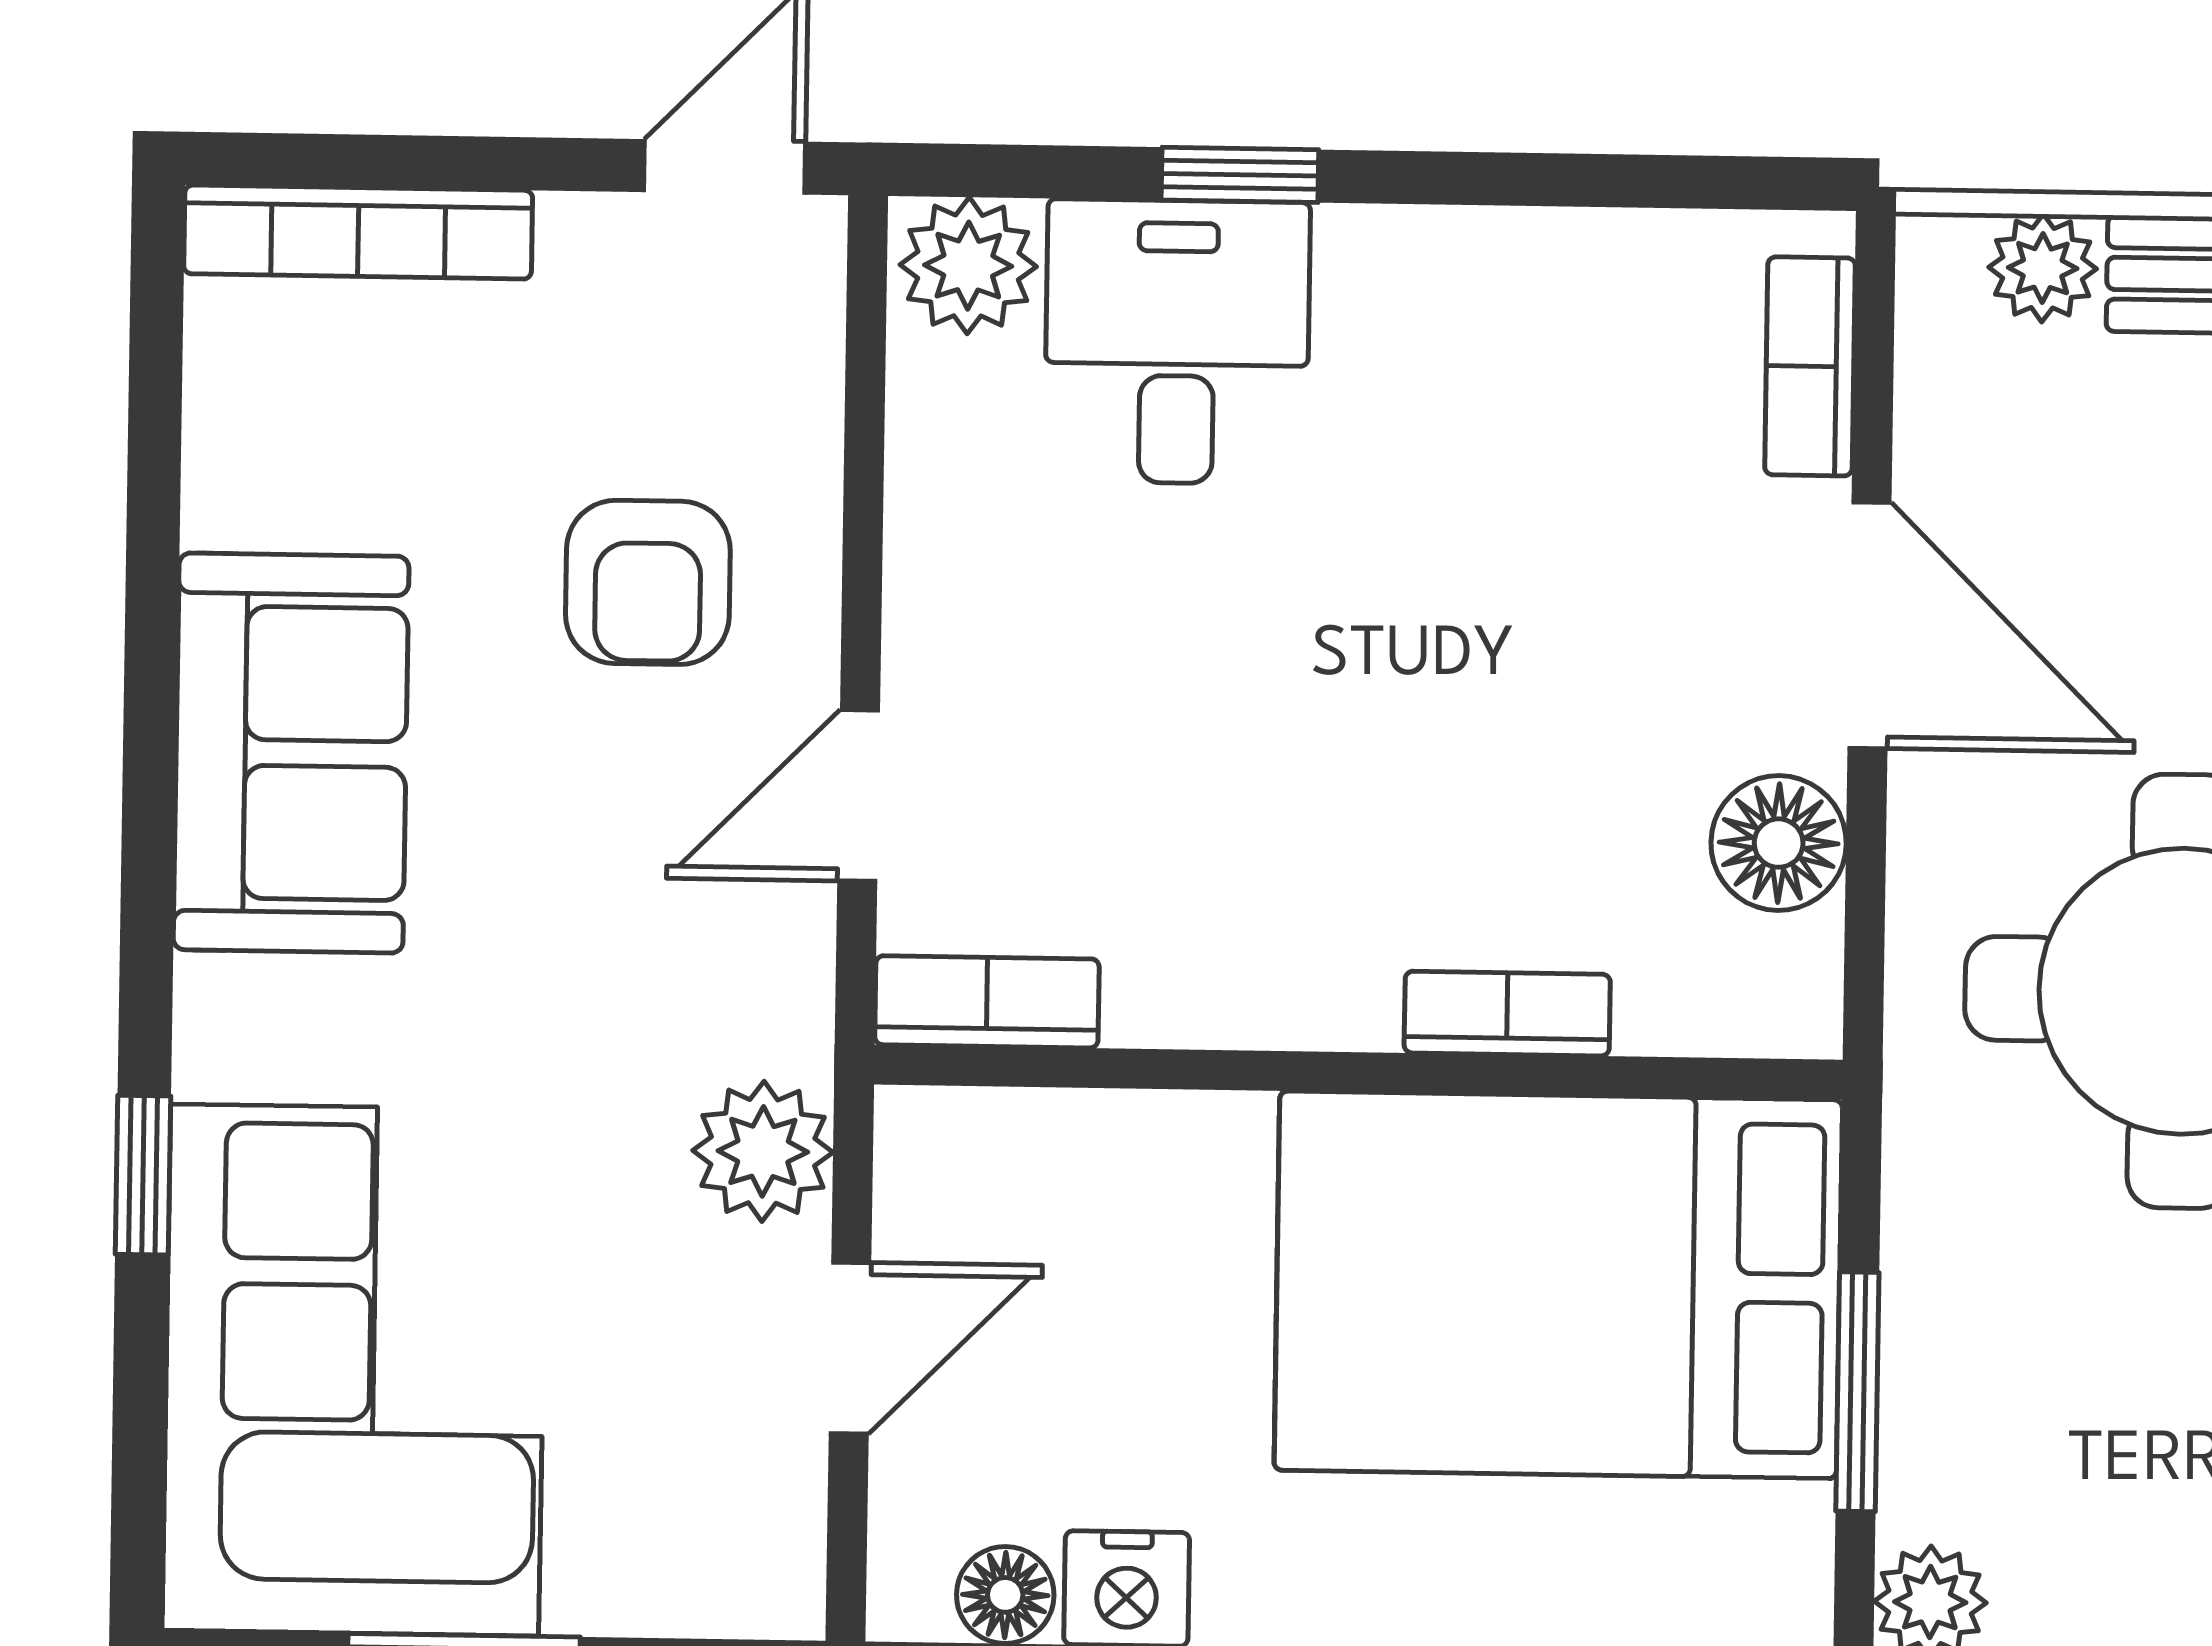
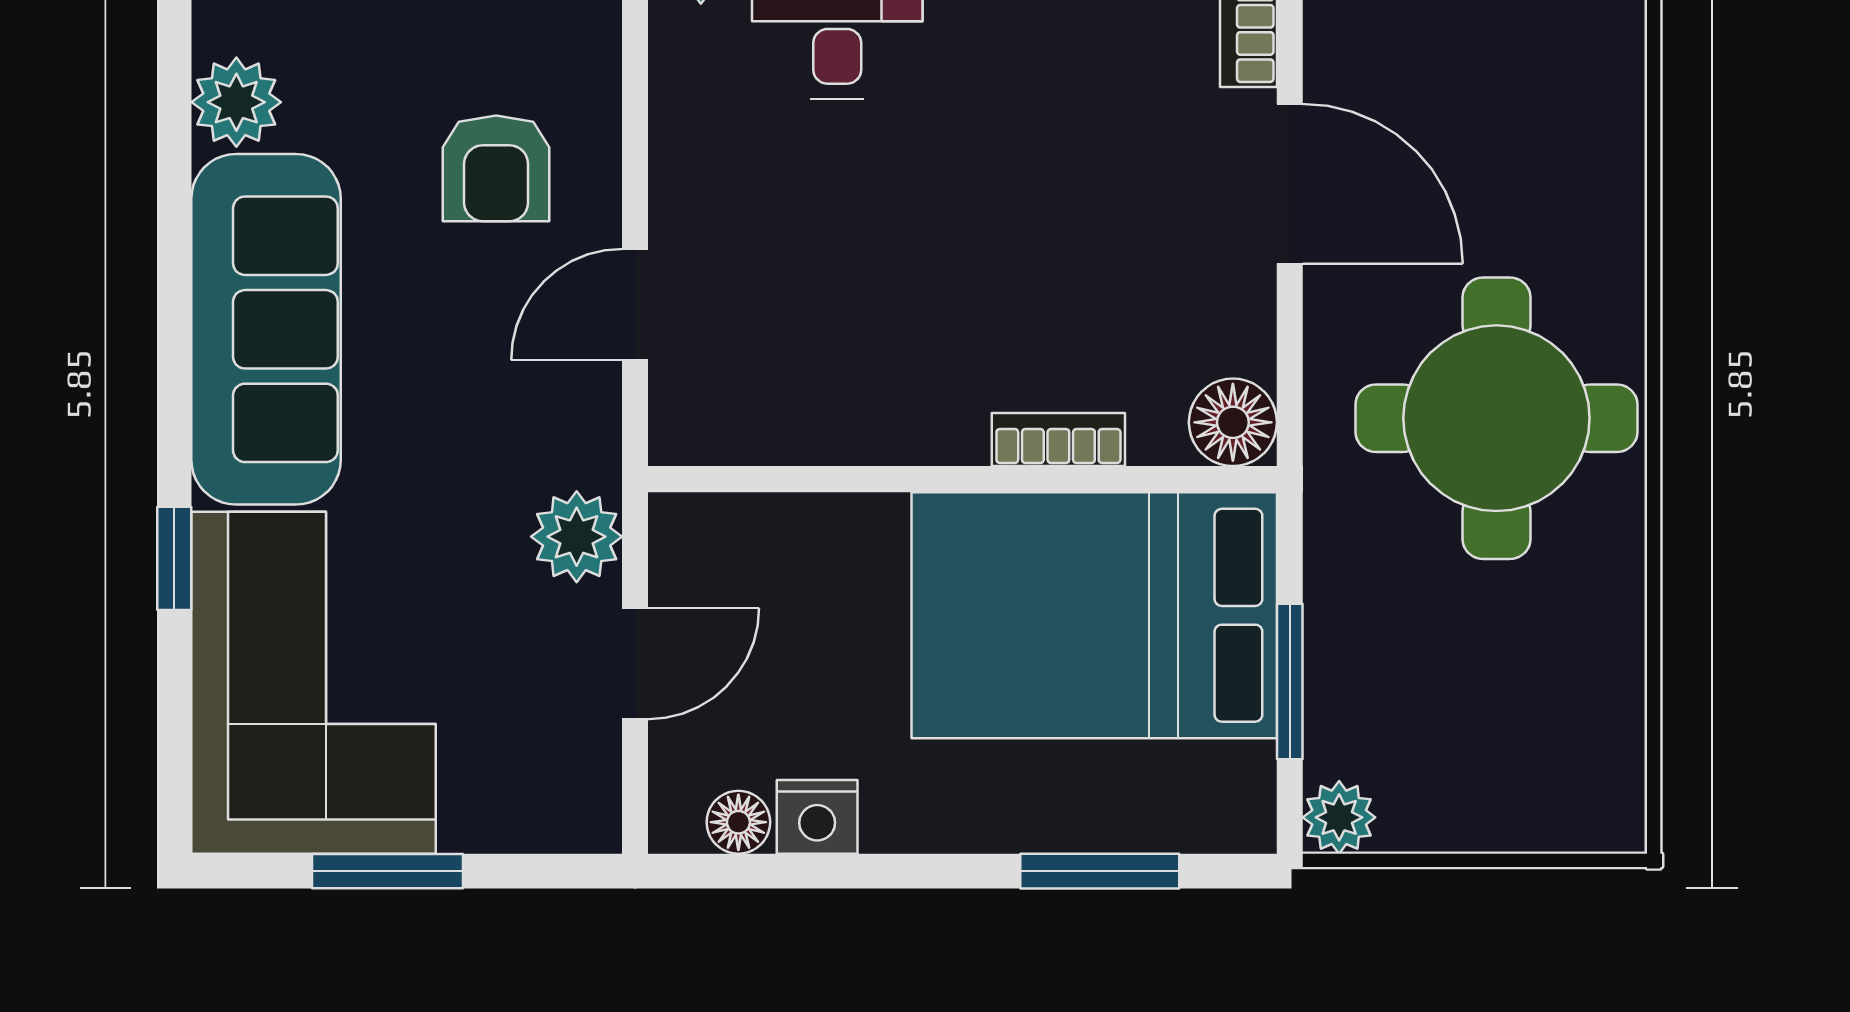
plant: (250, 474) -> (236, 102), added
sofa: (291, 753) -> (266, 329), width x1.36
floor lamp: (1779, 843) -> (1233, 422), moved
bookcase: (987, 1002) -> (720, 437), removed

